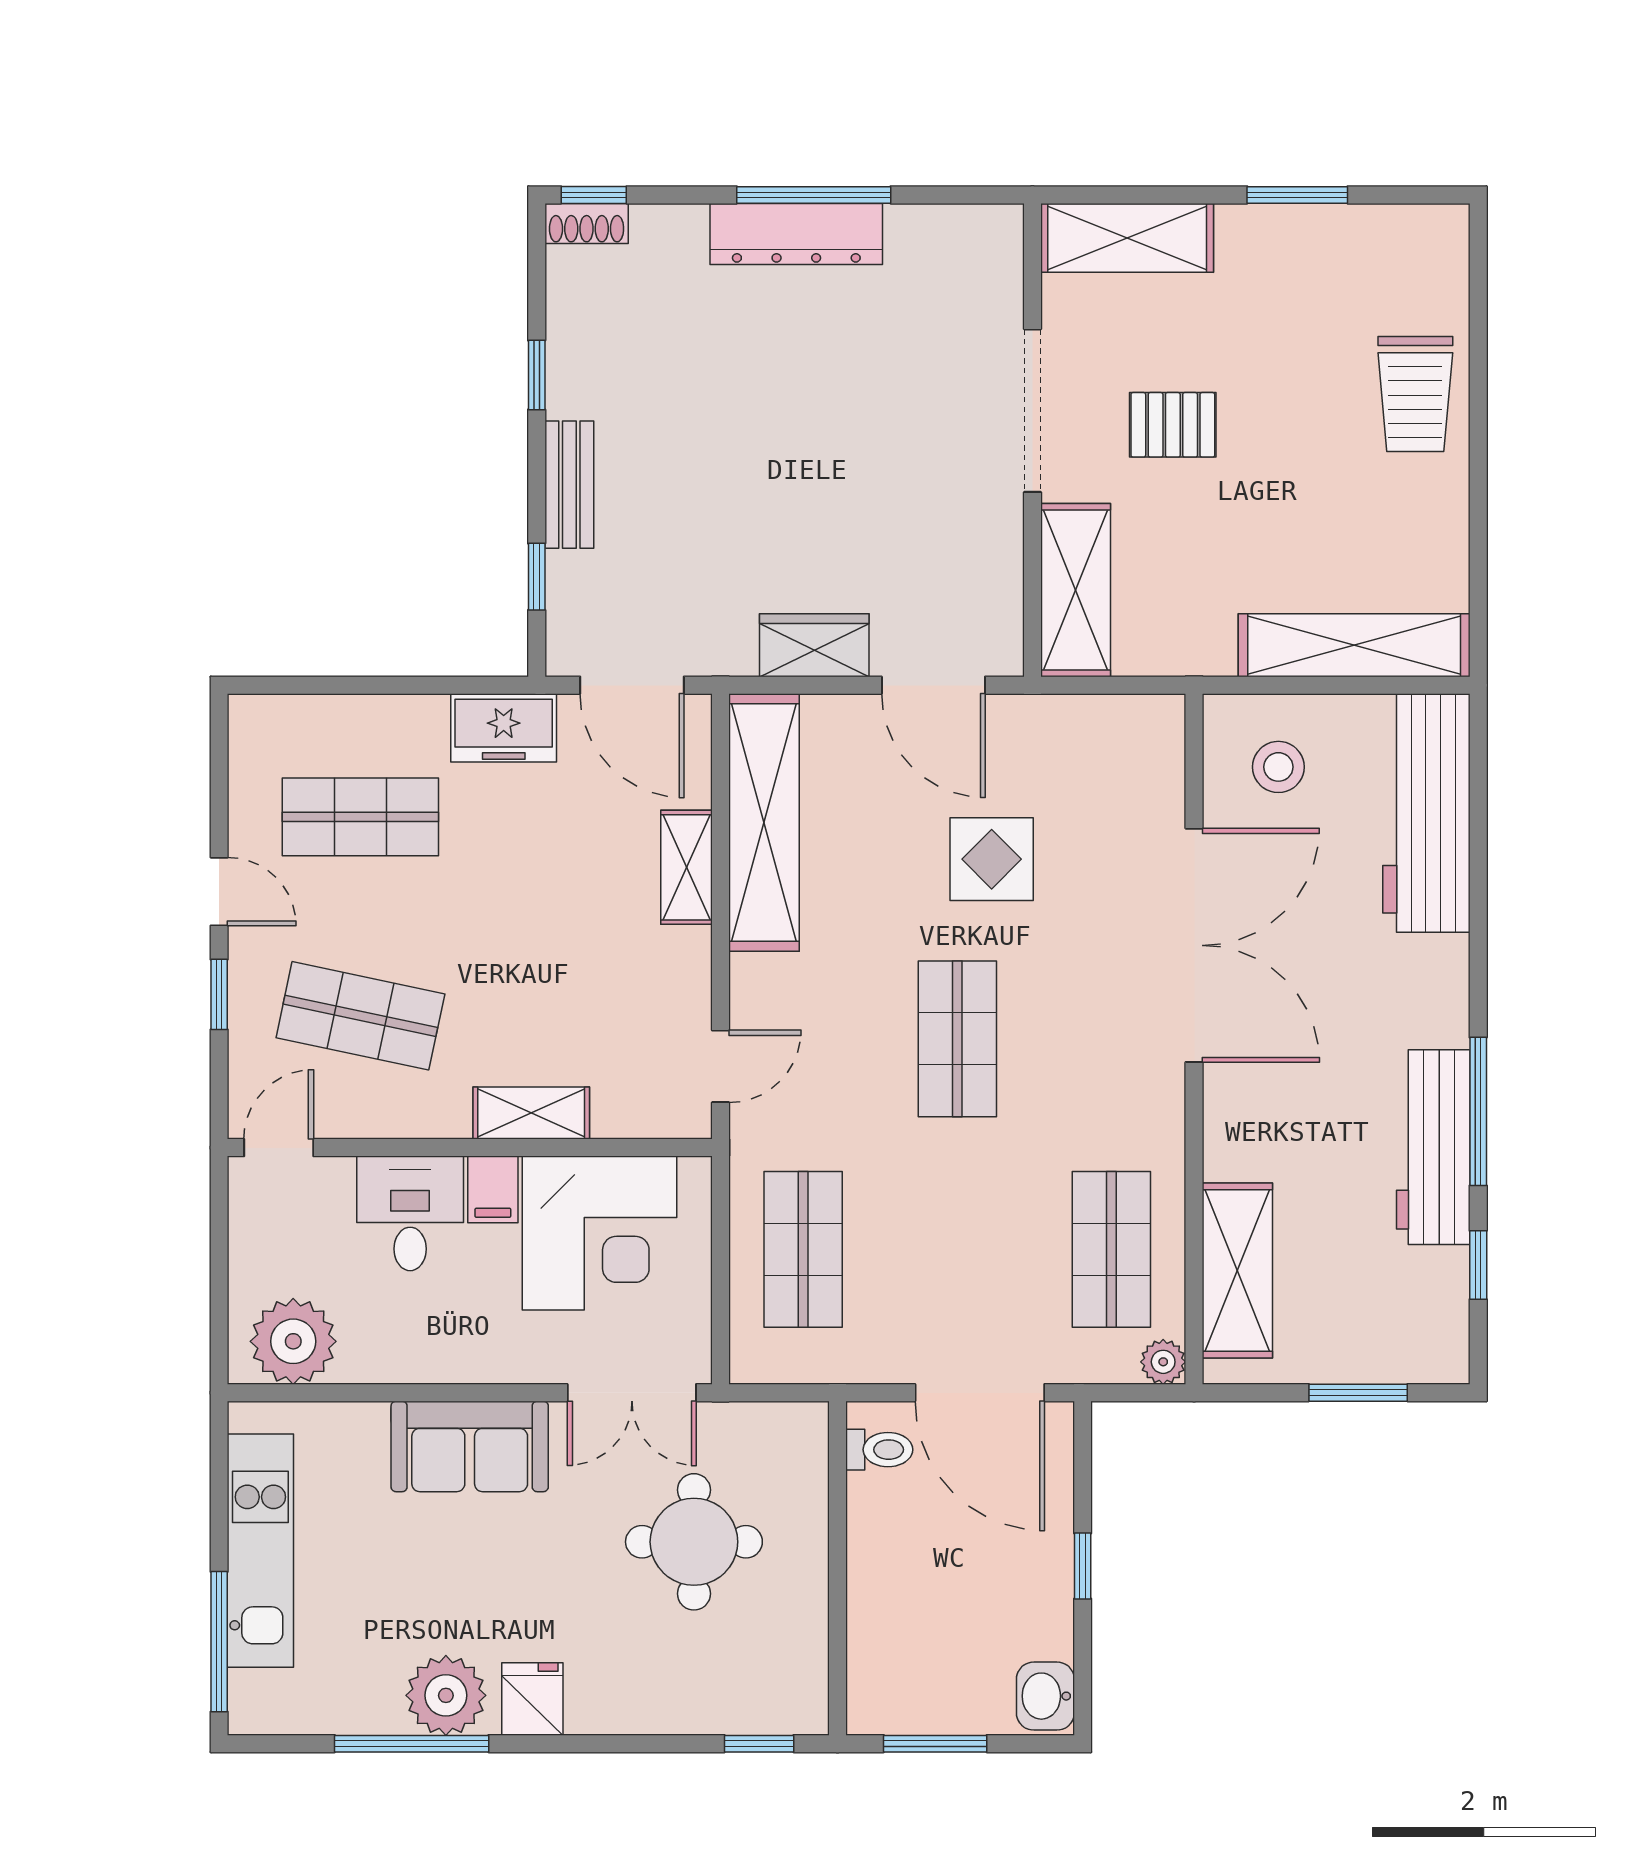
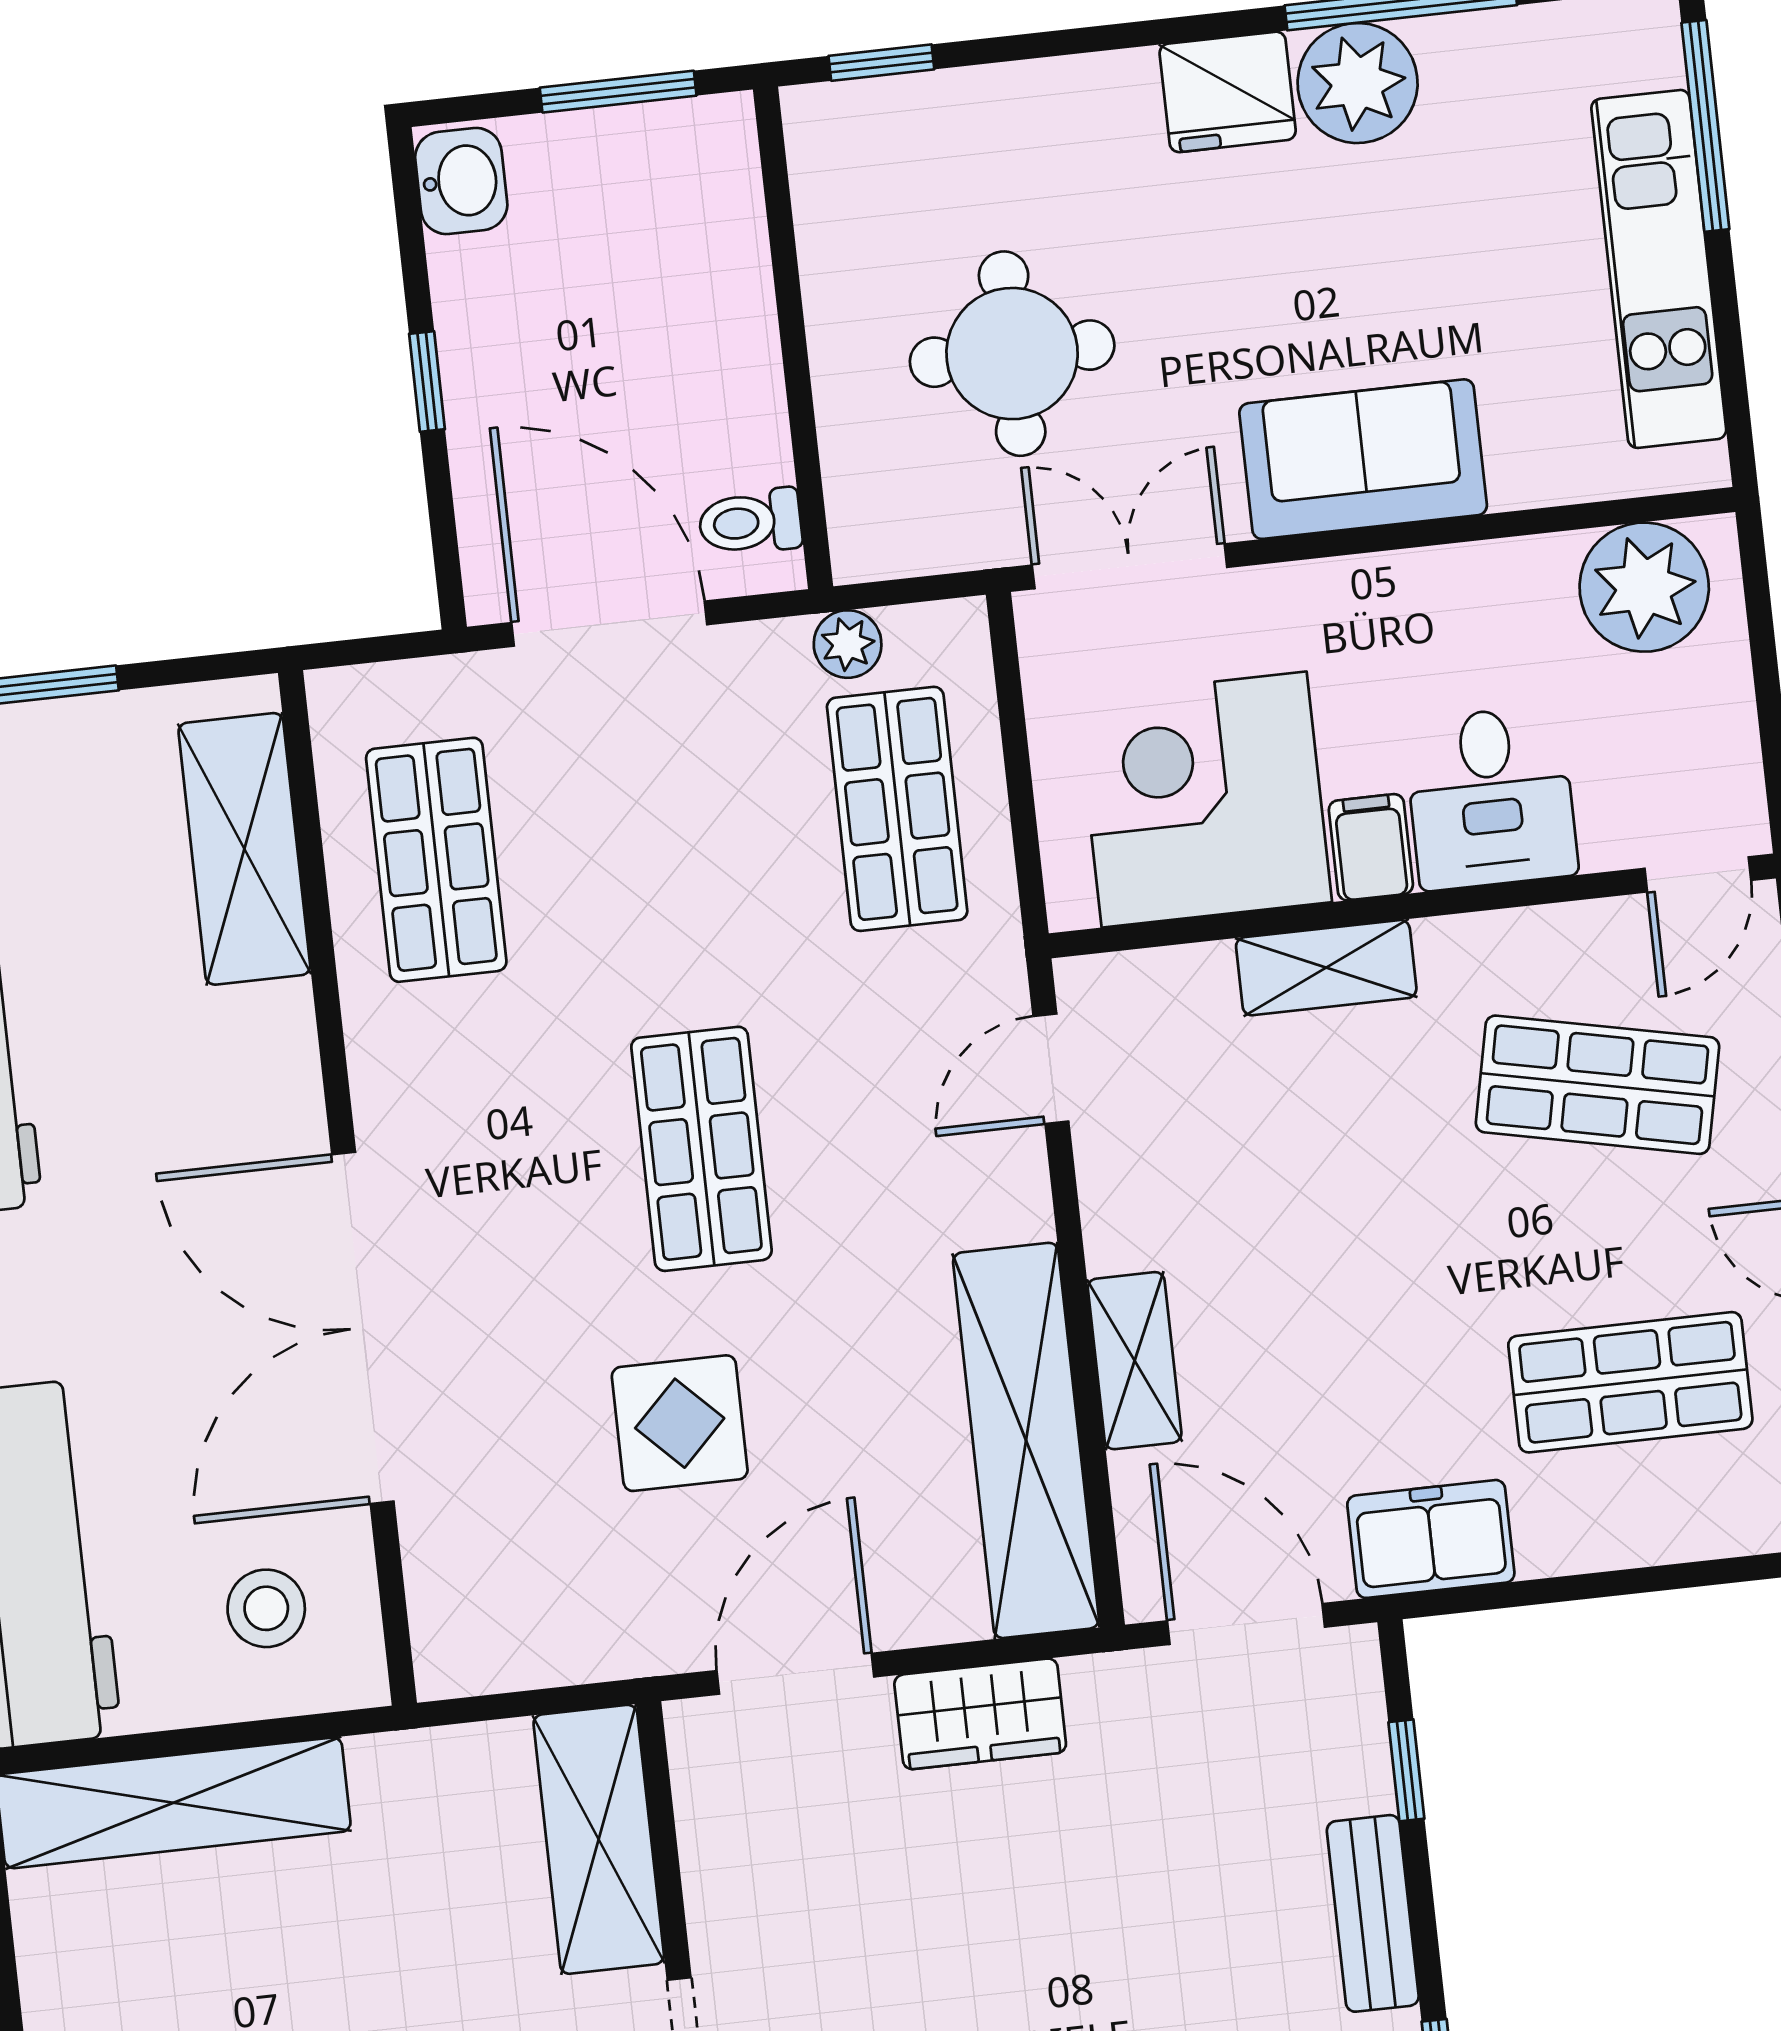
door: (933, 685) -> (795, 1674), hinge flipped
plant: (1163, 1362) -> (848, 644), moved
fridge: (532, 1699) -> (1228, 92), width x1.38

